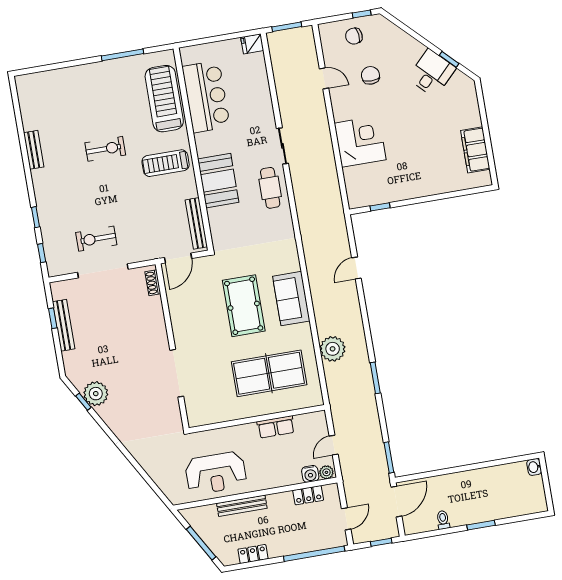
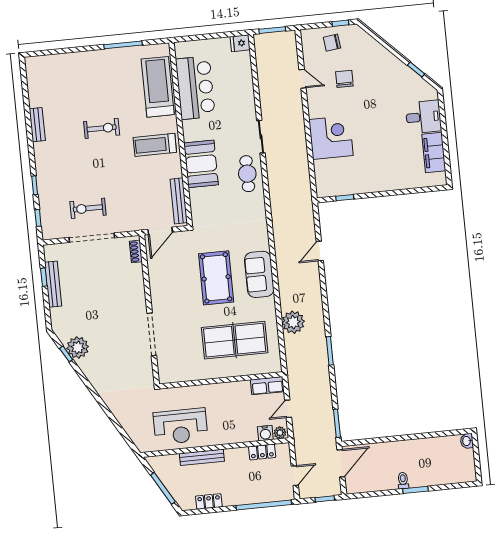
desk: (432, 73) -> (423, 117), moved, turned 45
row of seats: (276, 427) -> (267, 386), moved
toilet: (443, 520) -> (403, 481), moved

